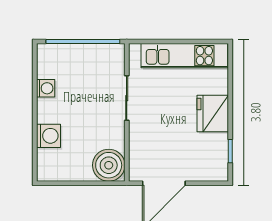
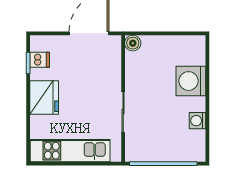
washing machine: (48, 136) -> (191, 81), width x1.37, depth x1.37
dishwasher: (218, 155) -> (40, 60), added
boiler: (109, 165) -> (133, 43), width x0.54, depth x0.54

